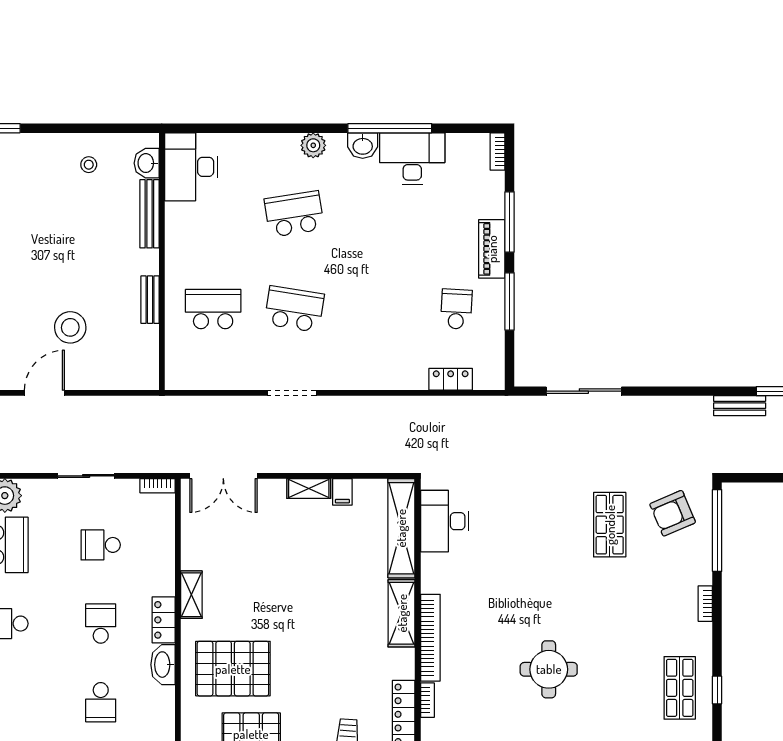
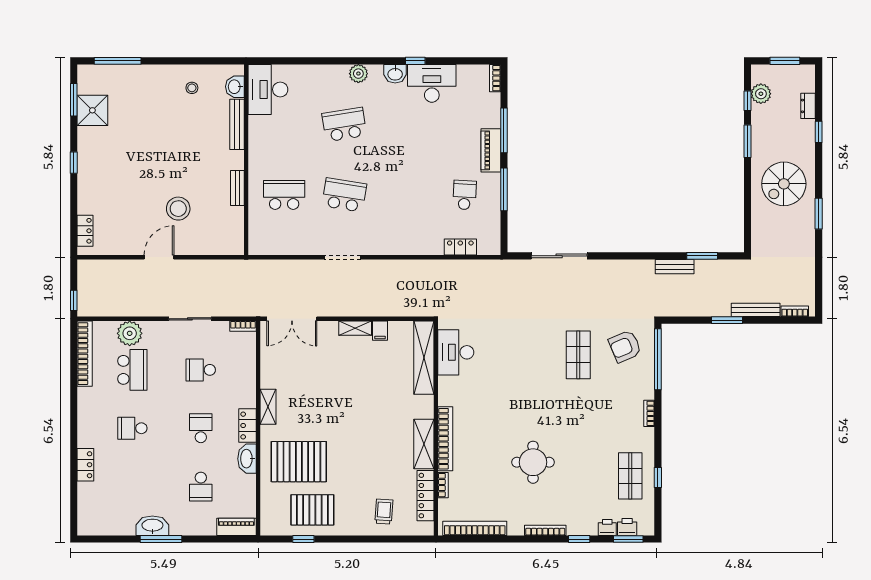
window: (390, 128) -> (415, 61), width x0.32
shelving: (402, 613) -> (424, 444), moved

